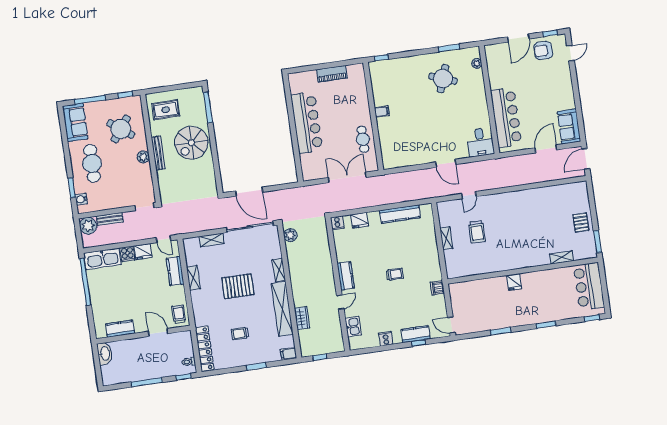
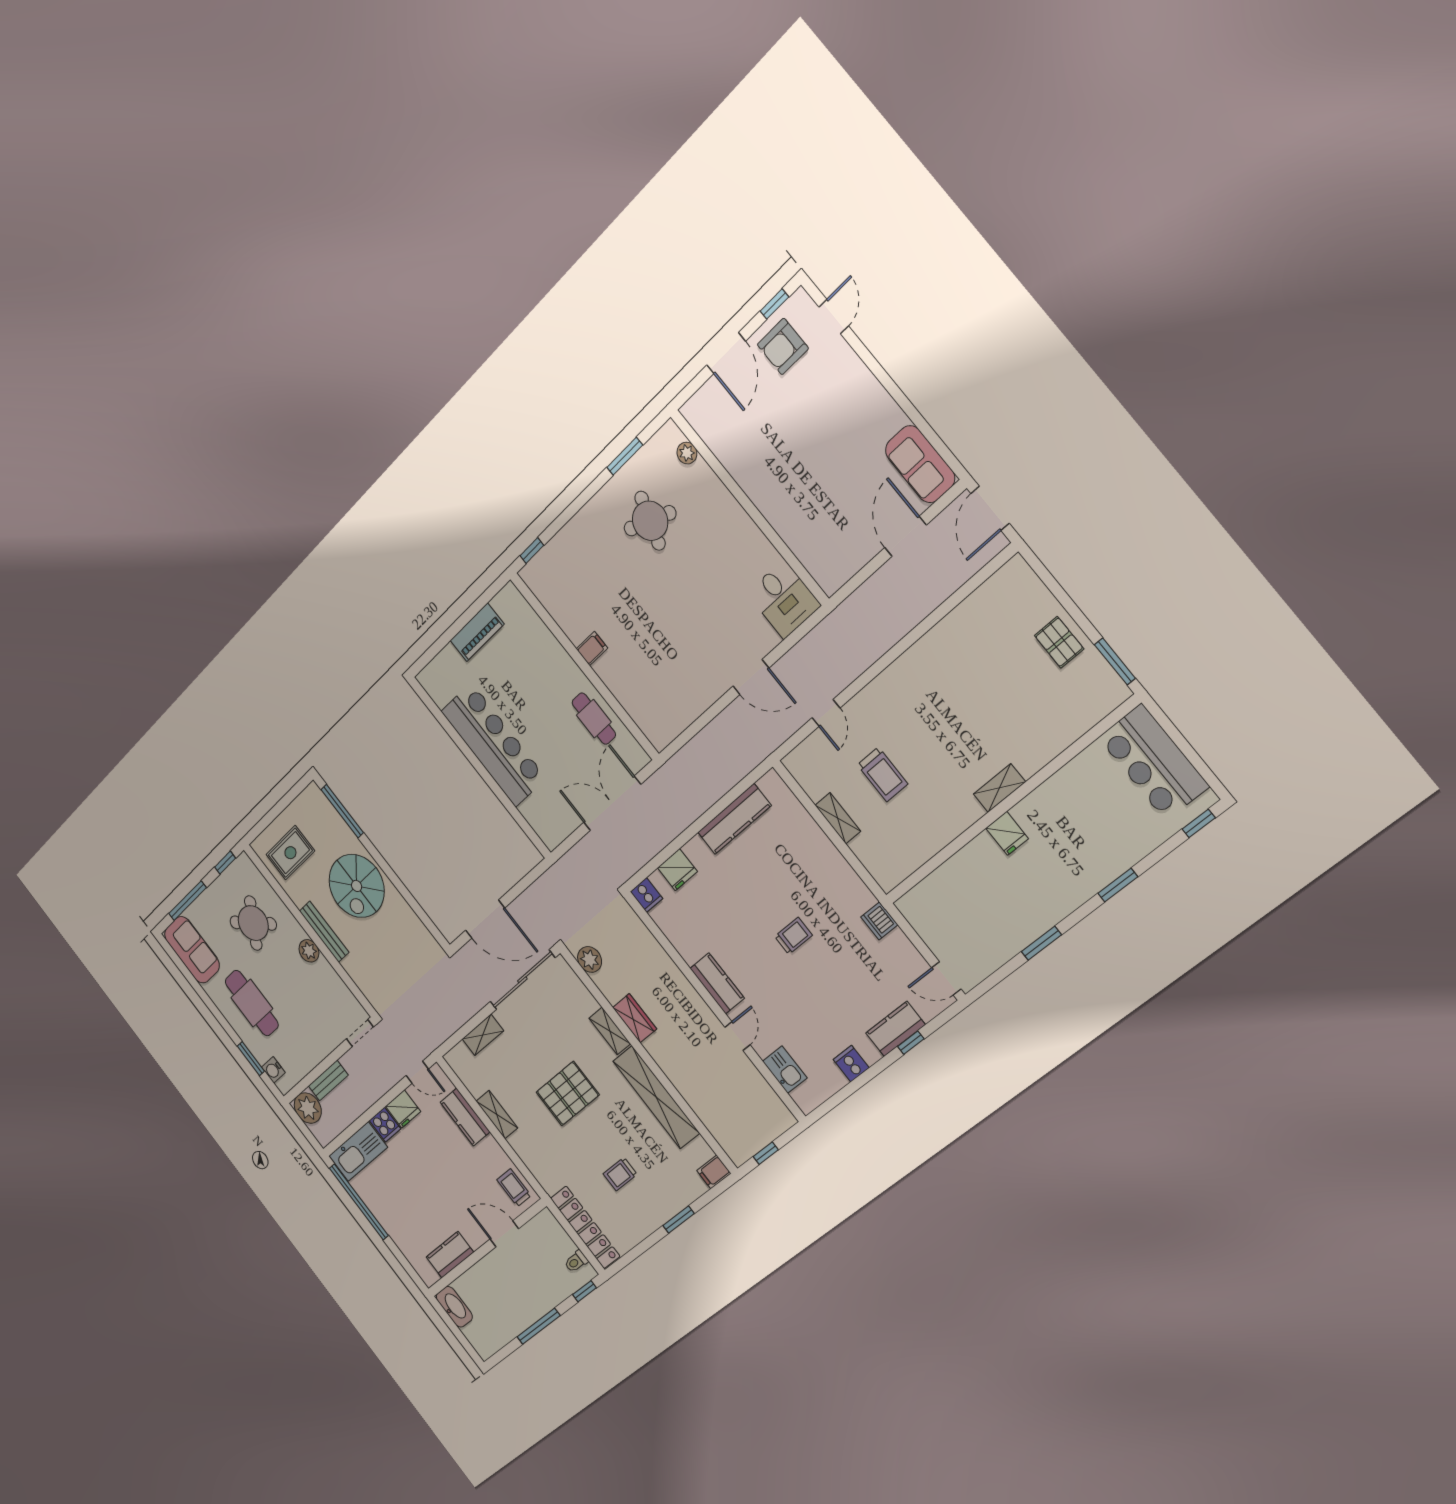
bar counter: (506, 117) -> (799, 522), removed
shelving: (562, 257) -> (999, 788), moved
wardrobe: (302, 318) -> (635, 1018), moved

